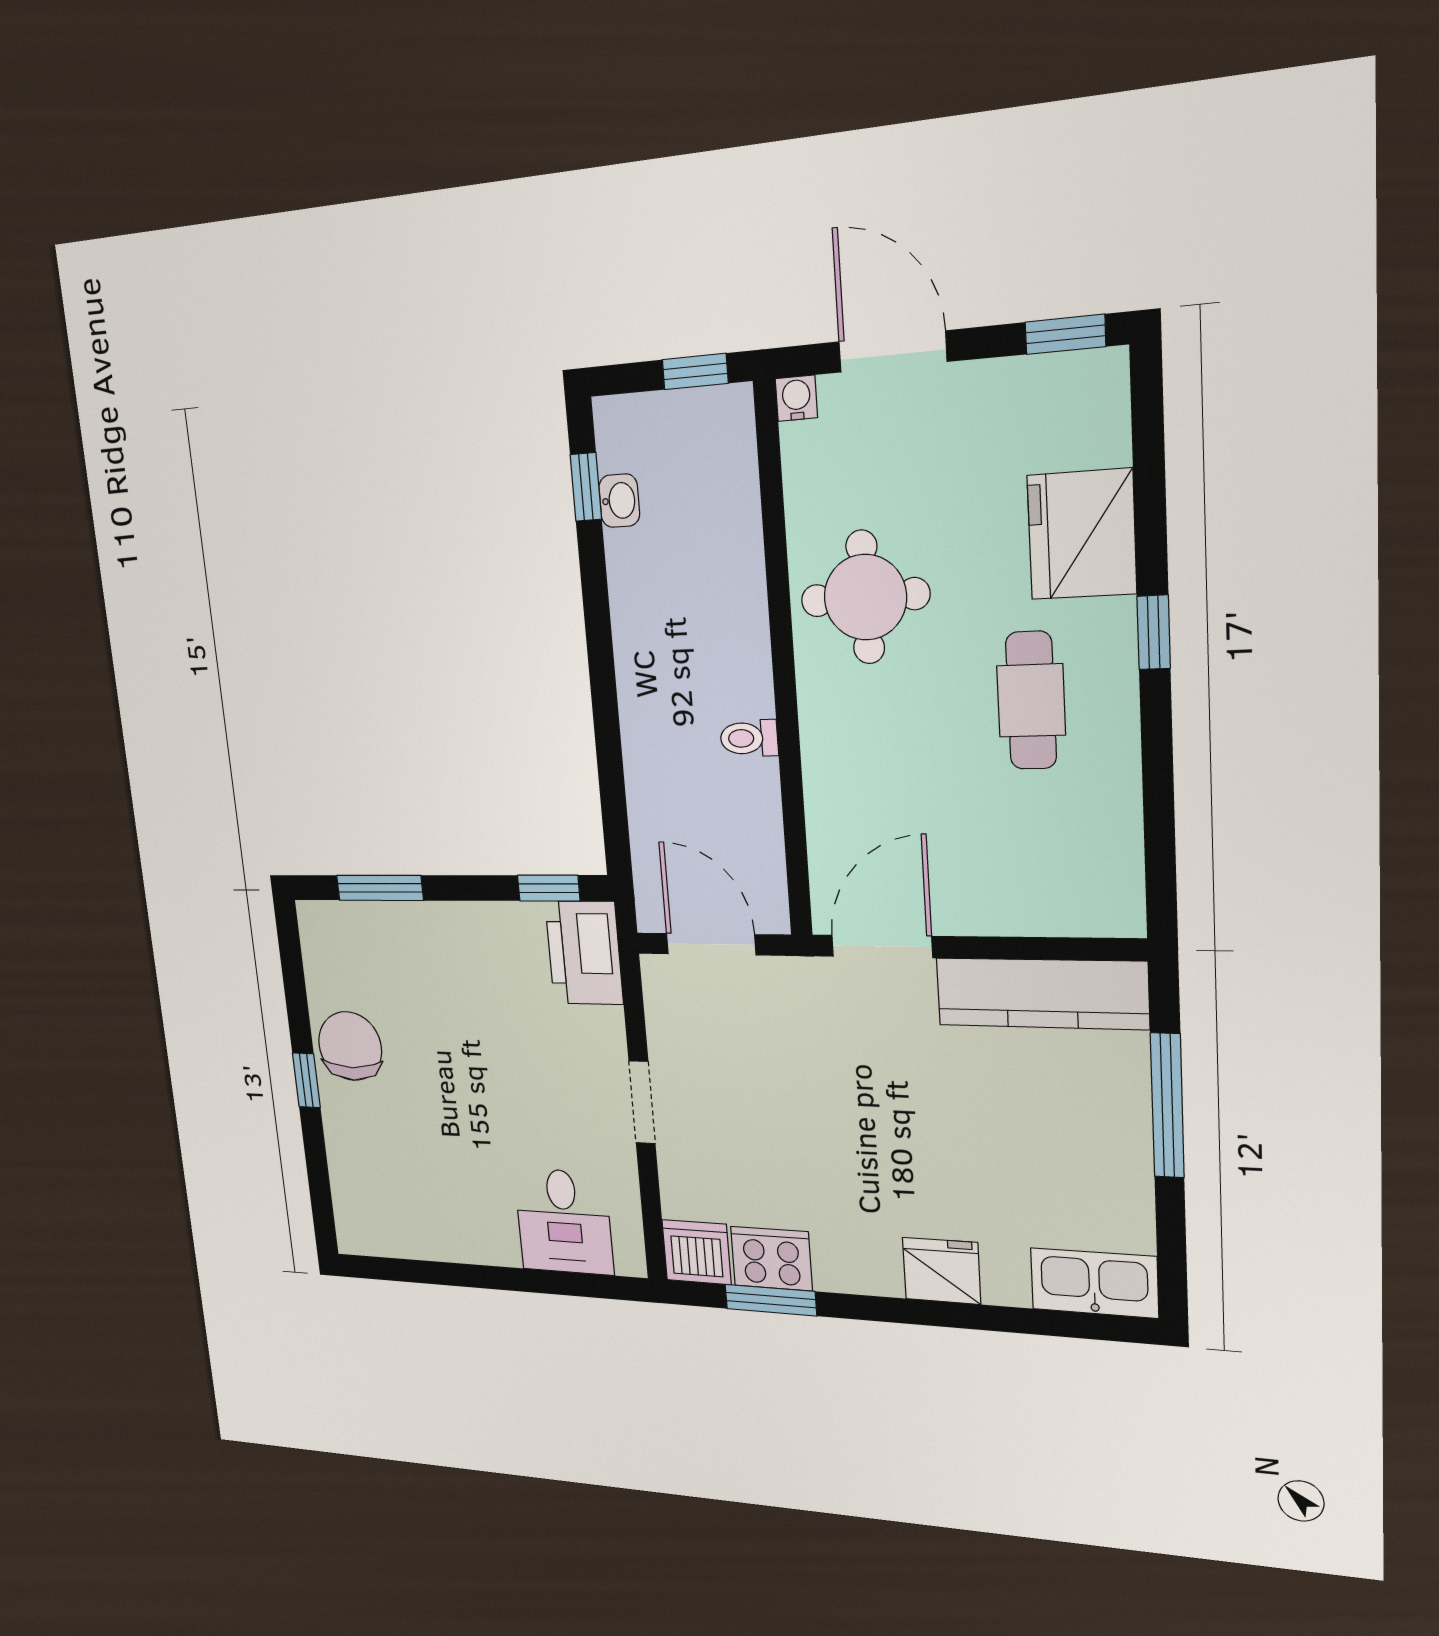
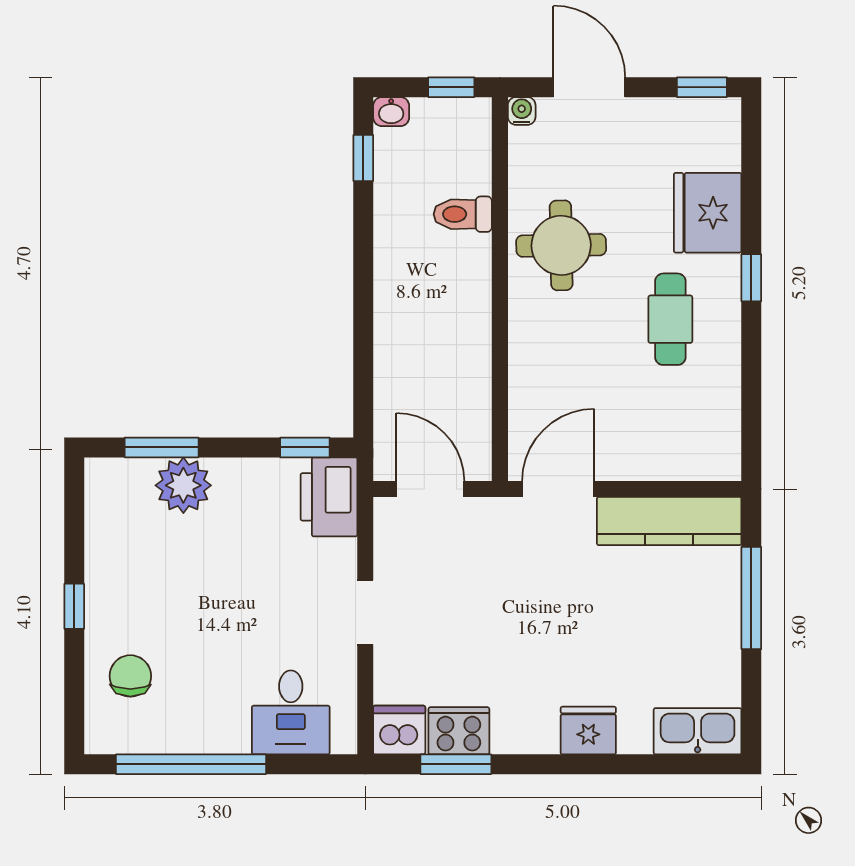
washbasin: (619, 501) -> (391, 112), moved, turned 90
toilet: (749, 738) -> (463, 214), moved, width x1.37, depth x1.39
plant: (410, 936) -> (183, 485), added
chair: (350, 1046) -> (130, 676), moved, width x0.73, depth x0.73
window: (456, 1274) -> (191, 764), added

